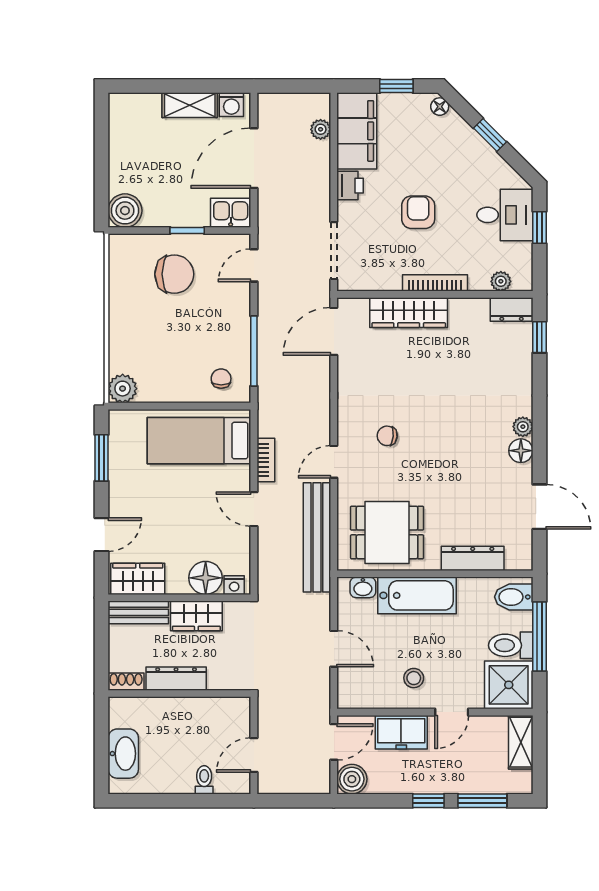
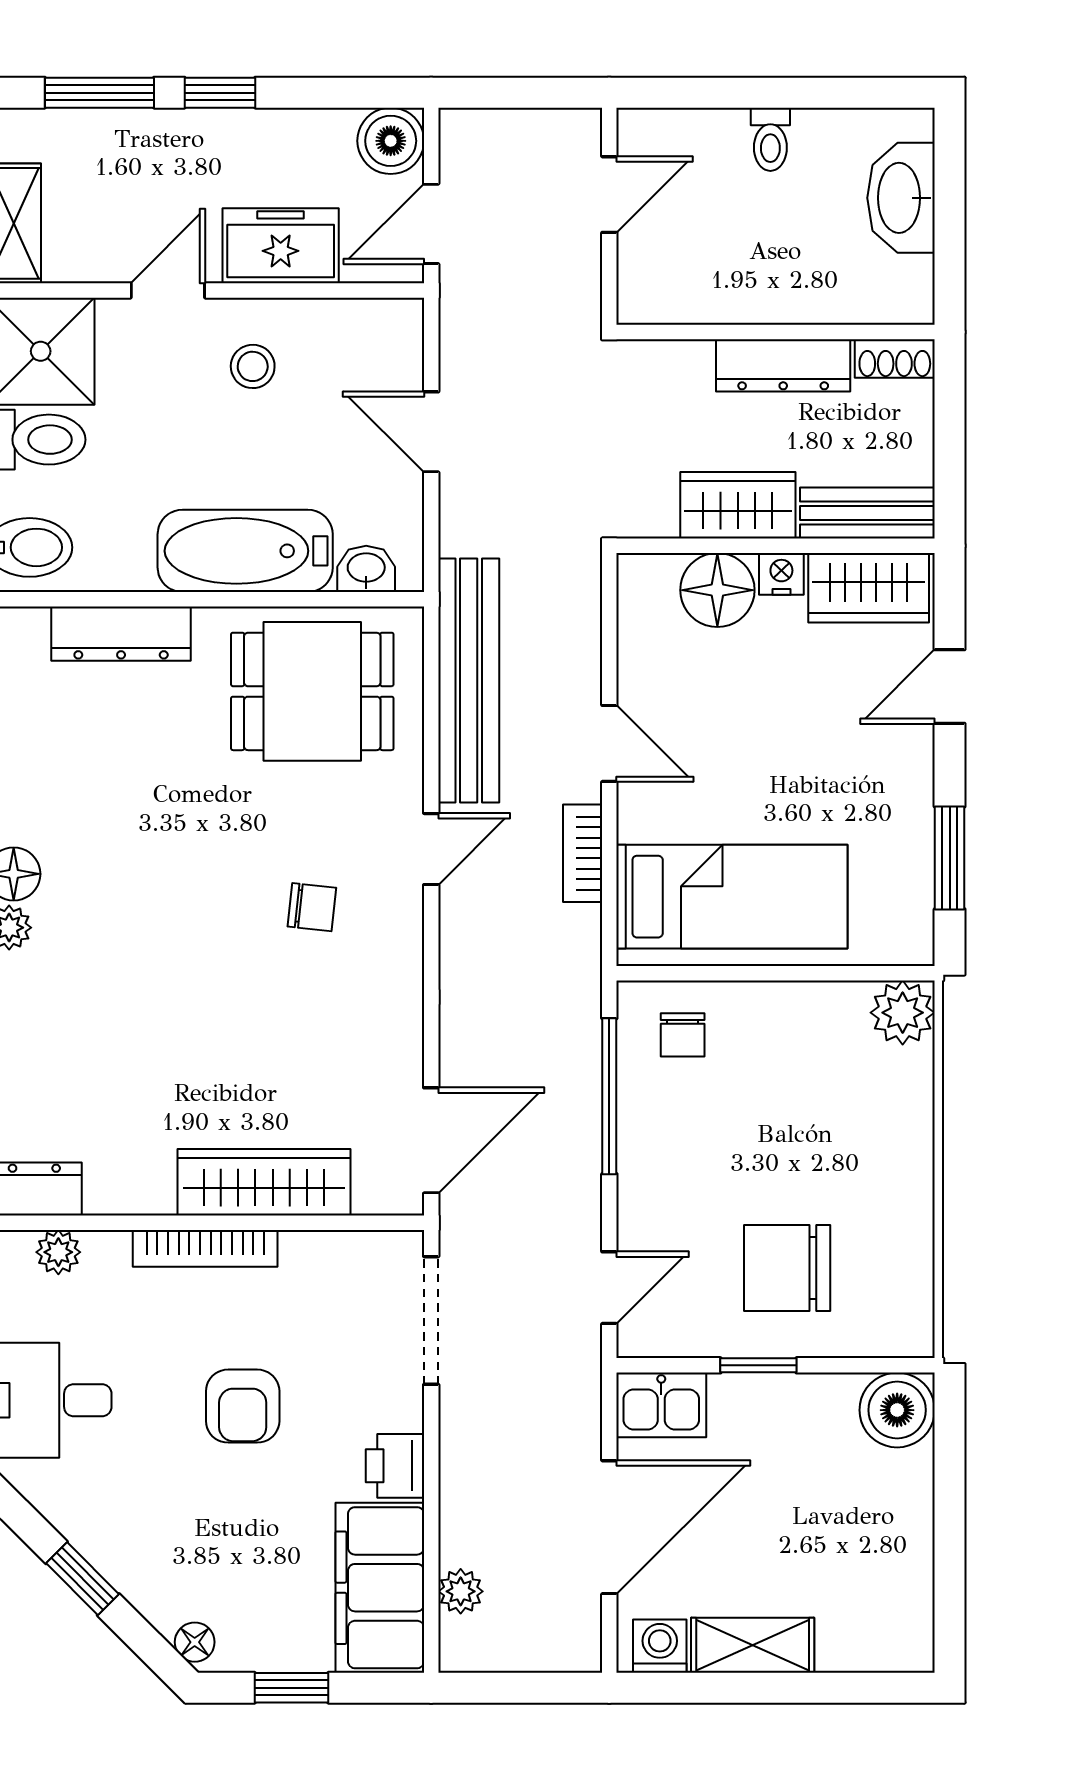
nightstand: (234, 585) -> (781, 574), moved
toilet: (204, 780) -> (770, 139), moved

